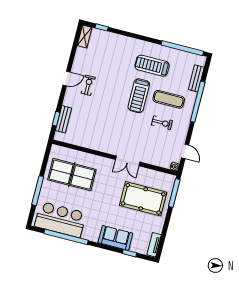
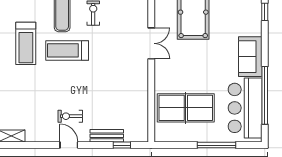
treadmill: (139, 96) -> (67, 50), turned 180
bench: (63, 119) -> (107, 136), moved
table tennis table: (72, 175) -> (186, 108), turned 90
sofa: (115, 238) -> (250, 57), moved

